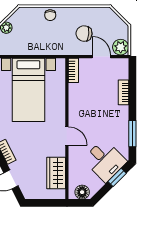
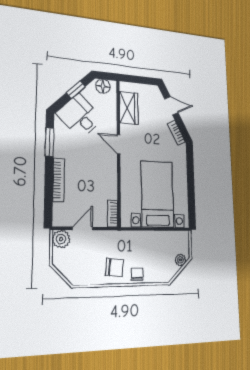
chair: (84, 34) -> (114, 267), moved
door: (101, 57) -> (82, 228), swing flipped
bookcase: (124, 92) -> (59, 180), width x1.56
window: (117, 177) -> (76, 90), moved

